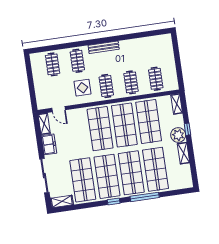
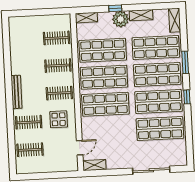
freezer: (49, 144) -> (117, 162), removed
window: (145, 197) -> (185, 62), width x0.69
shelving: (62, 201) -> (175, 20), moved

